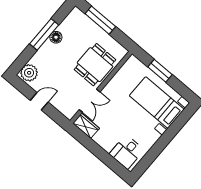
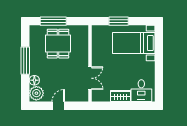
floor lamp: (56, 37) -> (34, 80), moved
dining table: (95, 65) -> (58, 44), moved
wardrobe: (86, 126) -> (120, 96), moved

